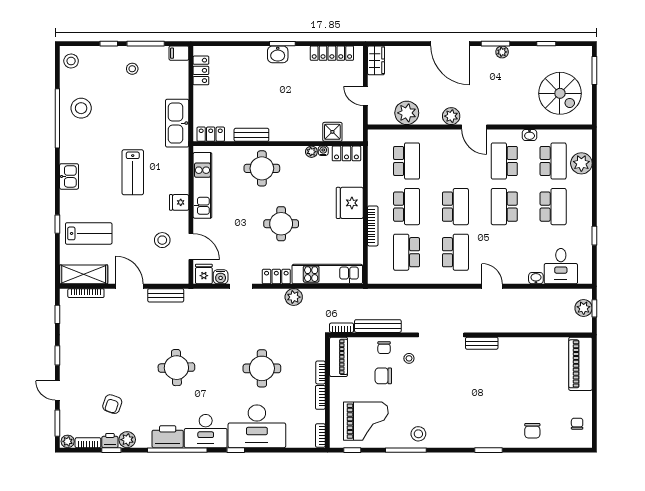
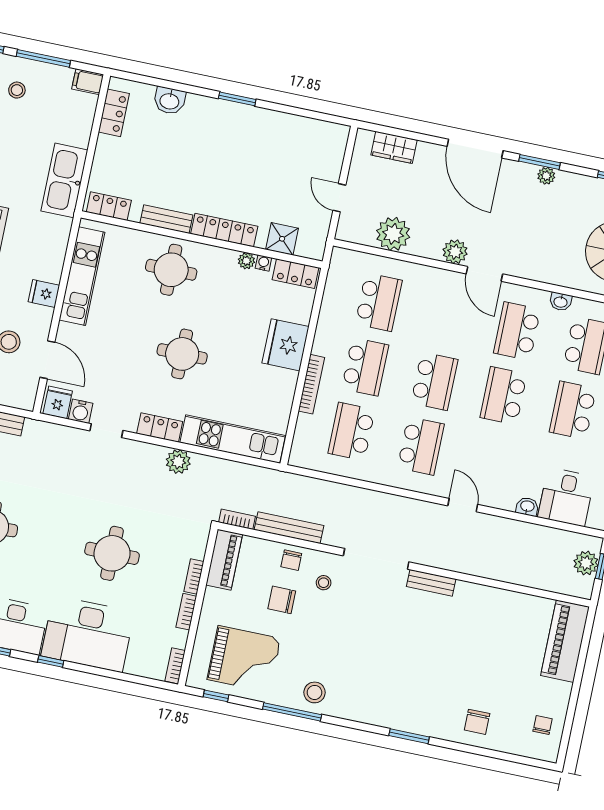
locker: (332, 53) -> (224, 230), moved, turned 180
washbasin: (278, 54) -> (170, 101), moved
wardrobe: (376, 60) -> (394, 147), moved, turned 90
school desk: (553, 207) -> (573, 410), turned 180

